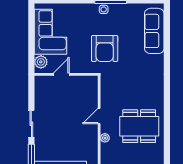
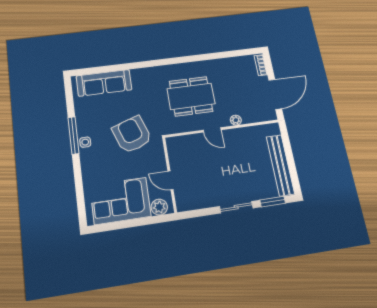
armchair: (105, 49) -> (132, 135), turned -109
dining table: (139, 126) -> (191, 96), moved, turned 90

